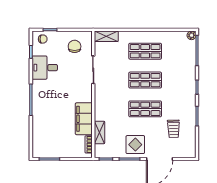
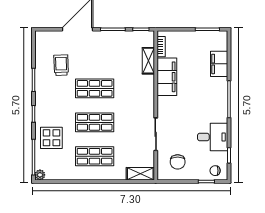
filing cabinet: (39, 130) -> (219, 64), added
display table: (135, 145) -> (51, 138), moved

